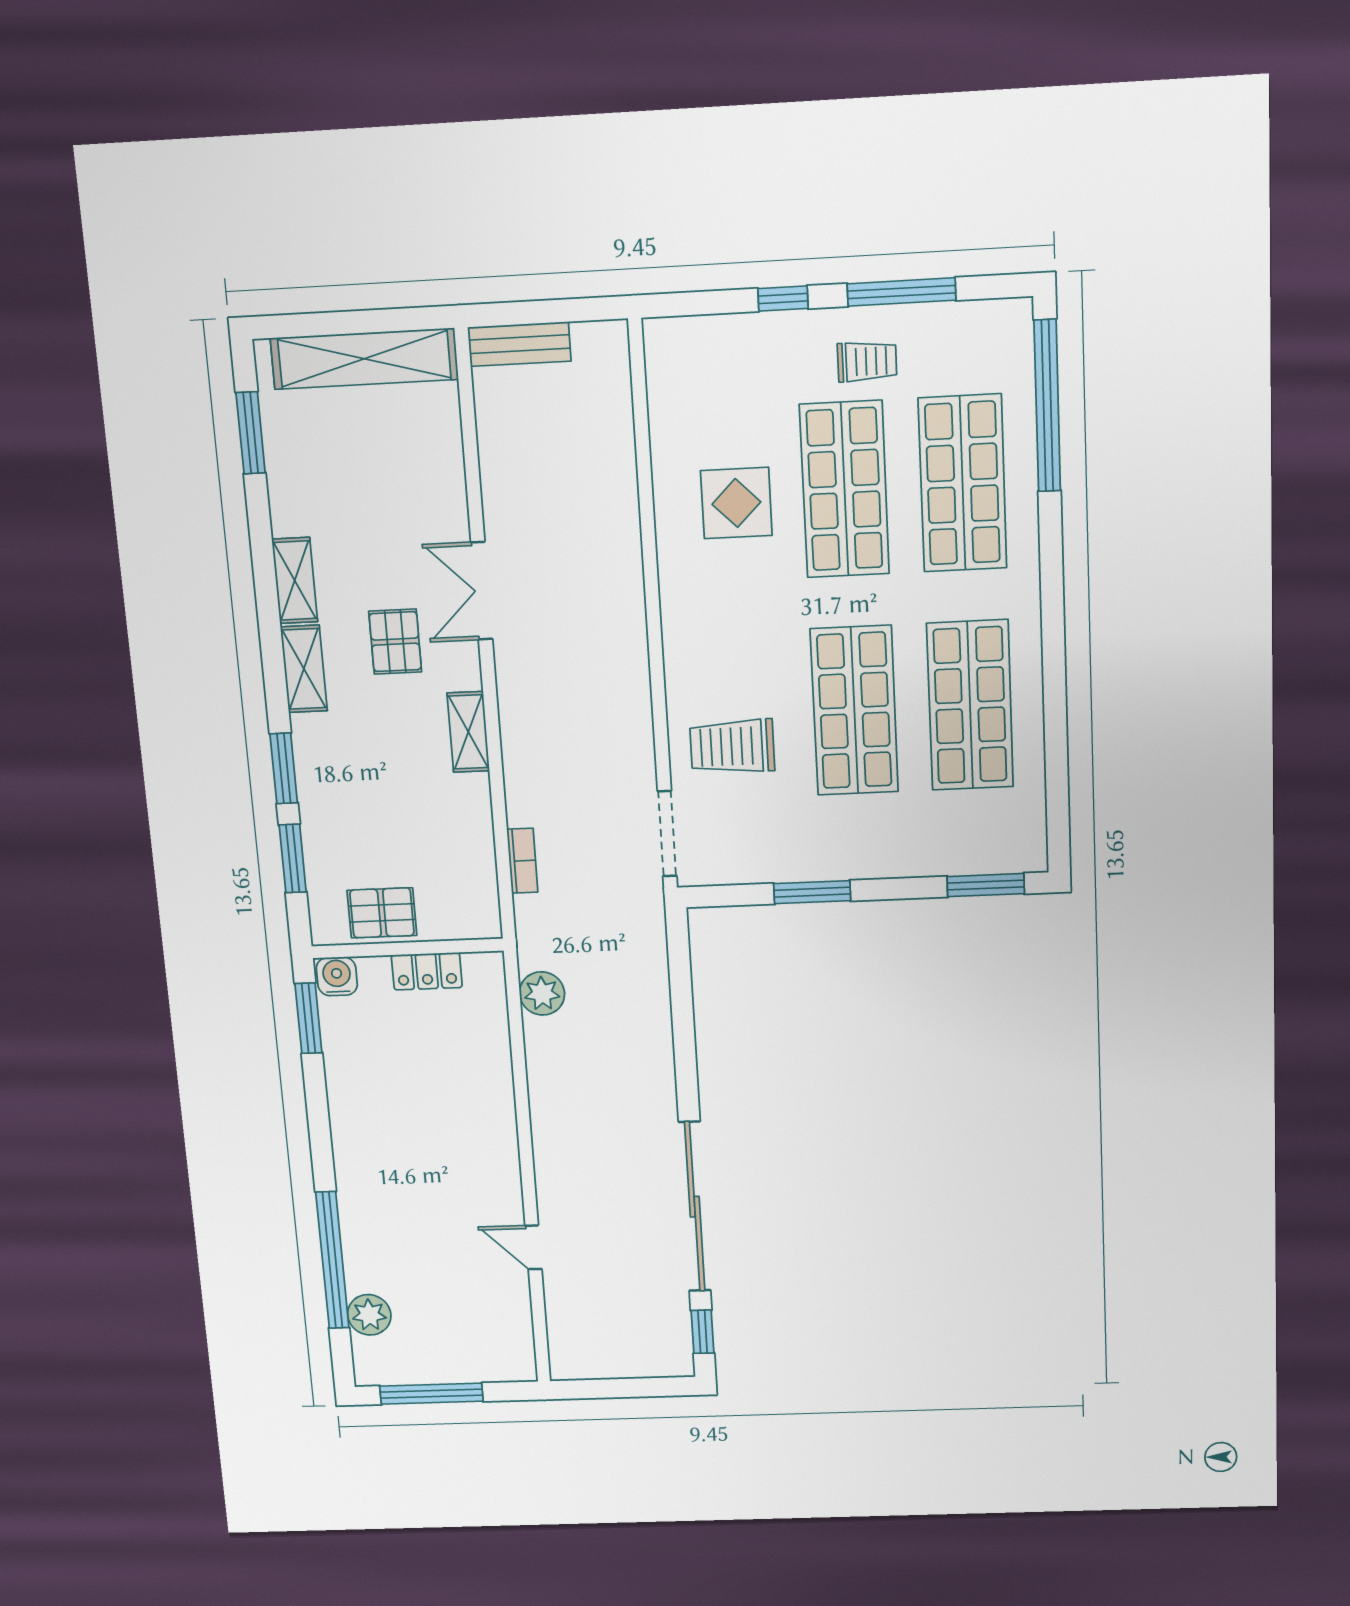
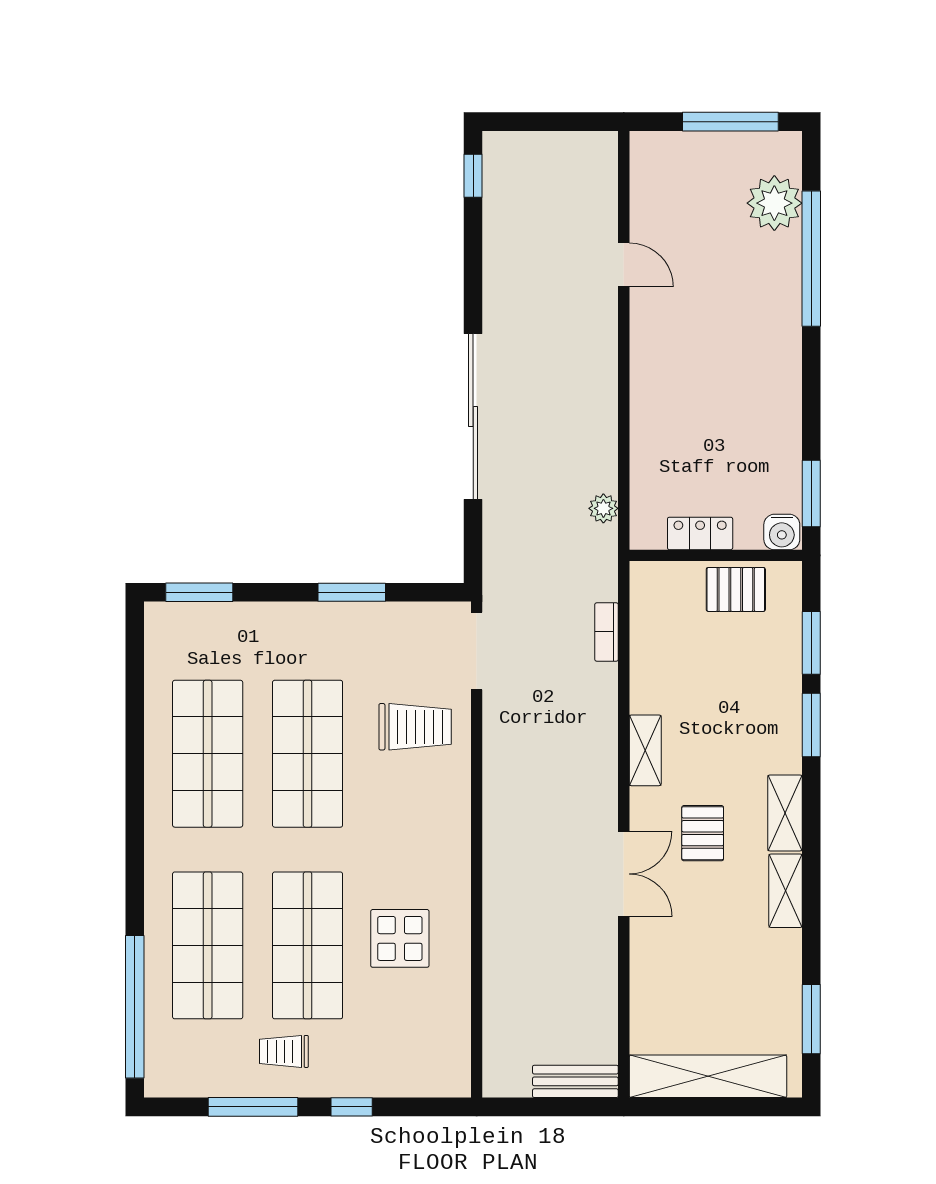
plant: (542, 993) -> (603, 508), width x0.73, depth x0.73
sliding door: (695, 1207) -> (473, 416), moved
plant: (369, 1315) -> (774, 203), width x1.36, depth x1.36

